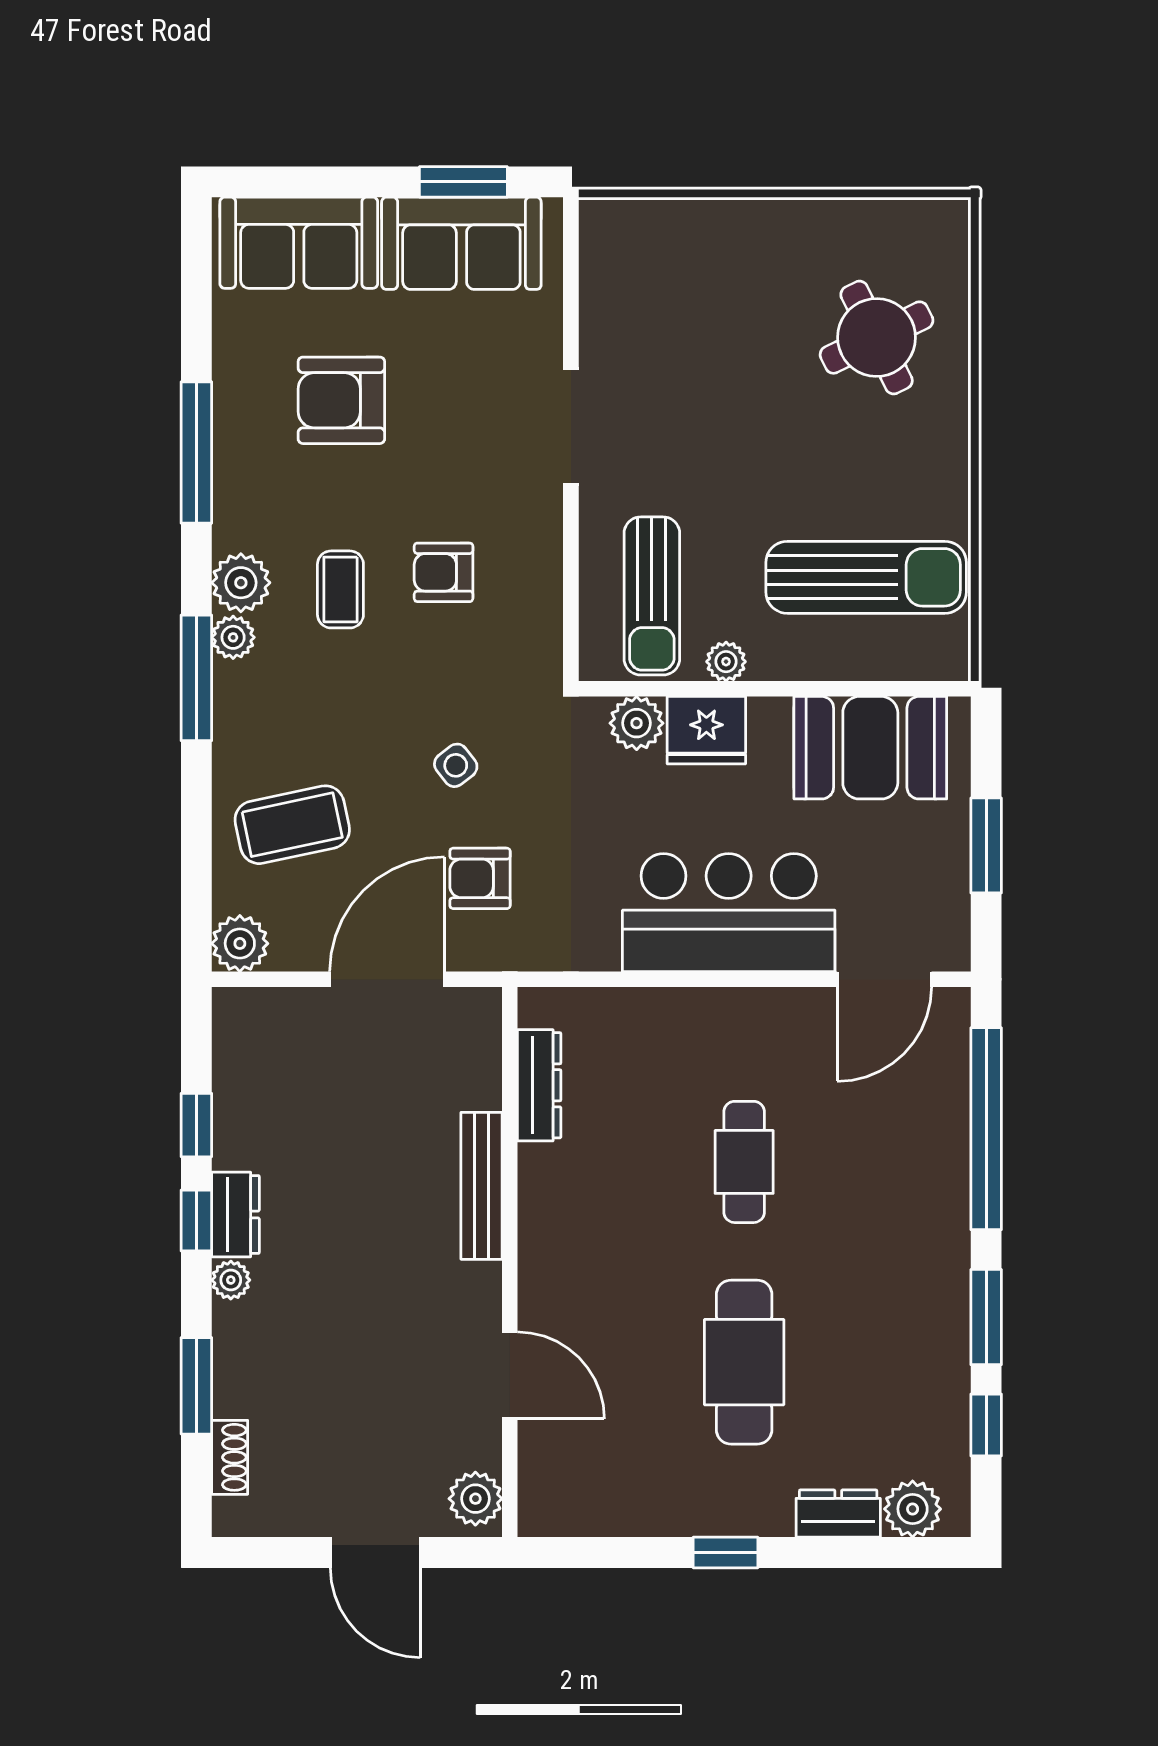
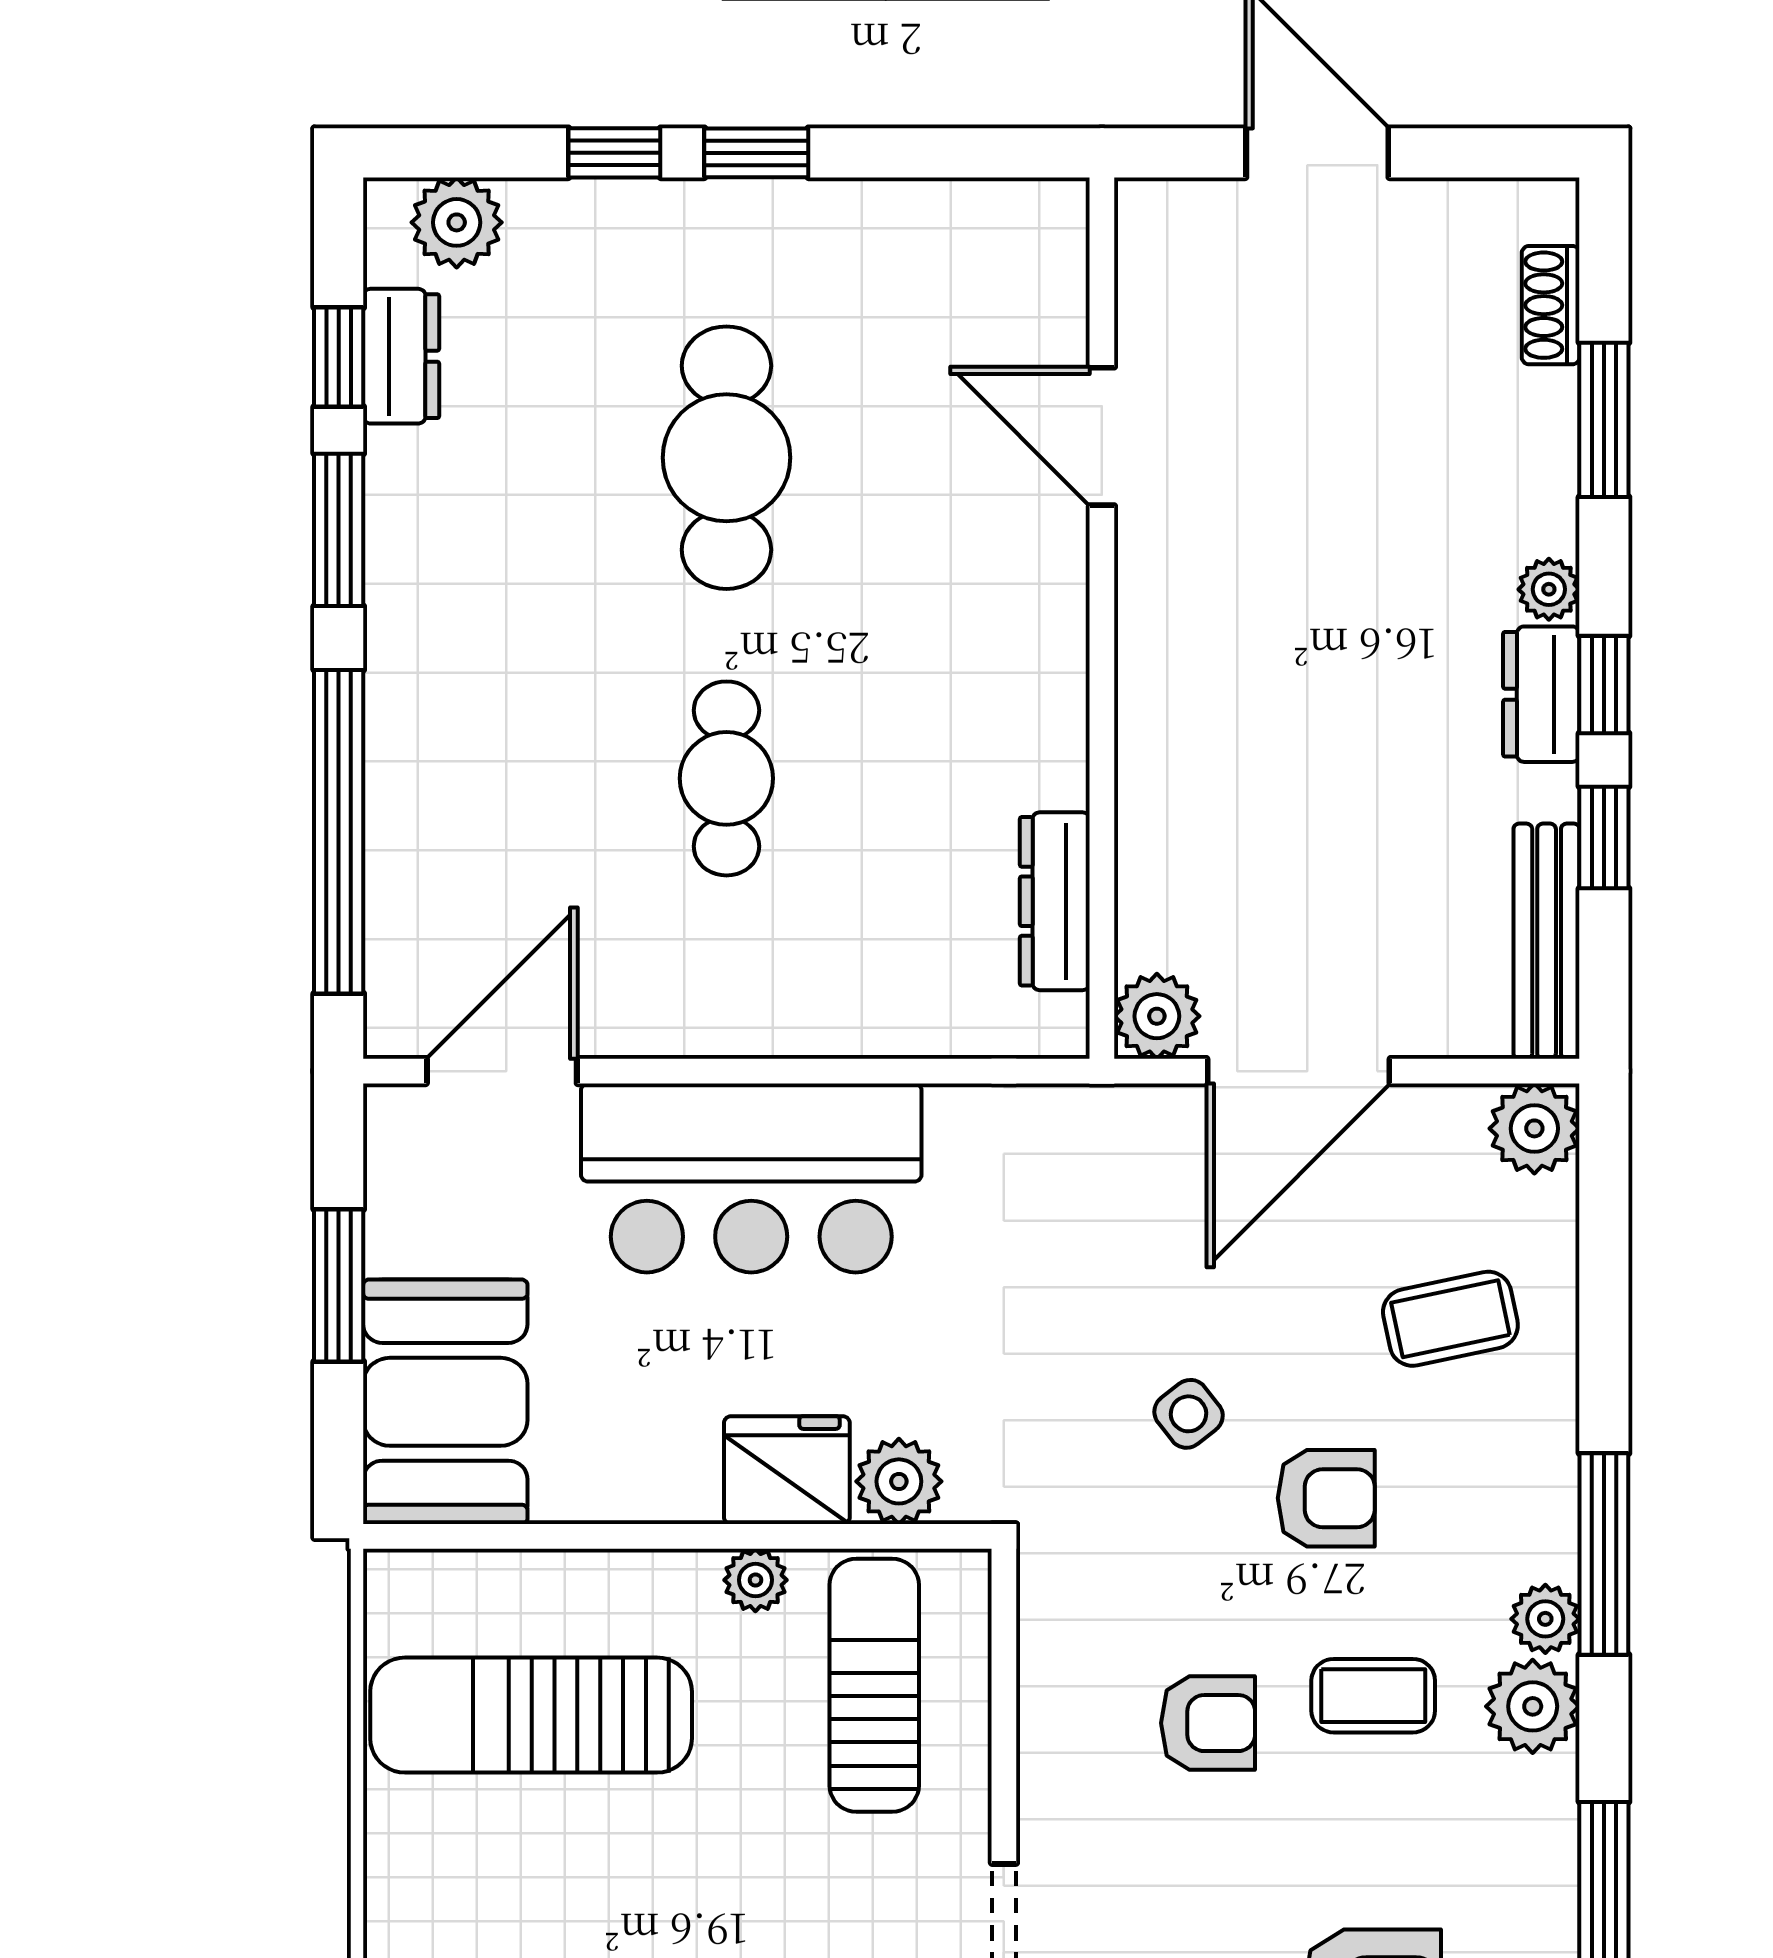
coffee table: (340, 589) -> (1373, 1696), turned 90
booth: (870, 748) -> (445, 1402), moved, turned 90
coffee table: (292, 825) -> (1450, 1319), width x0.73, depth x0.77
armchair: (480, 878) -> (1326, 1498), moved
bench: (482, 1186) -> (1547, 941), moved
plant: (475, 1499) -> (1157, 1016), moved
dresser: (838, 1514) -> (401, 356), moved, turned -90
window: (814, 1552) -> (614, 153), added

